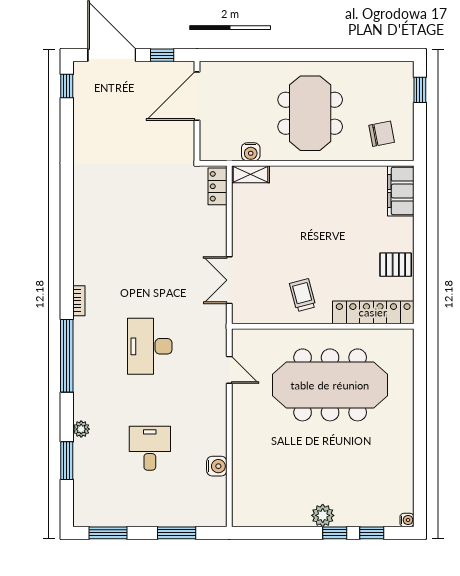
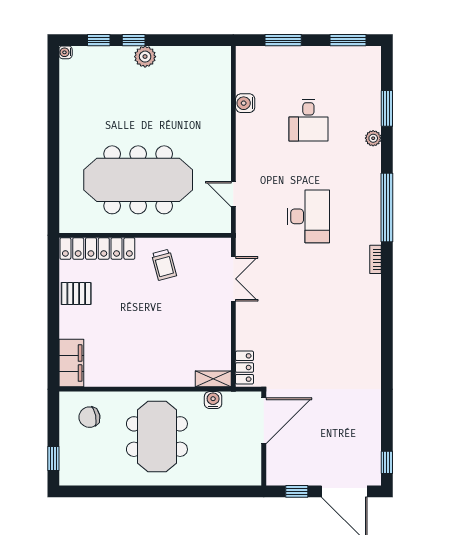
door: (197, 96) -> (264, 421), moved

